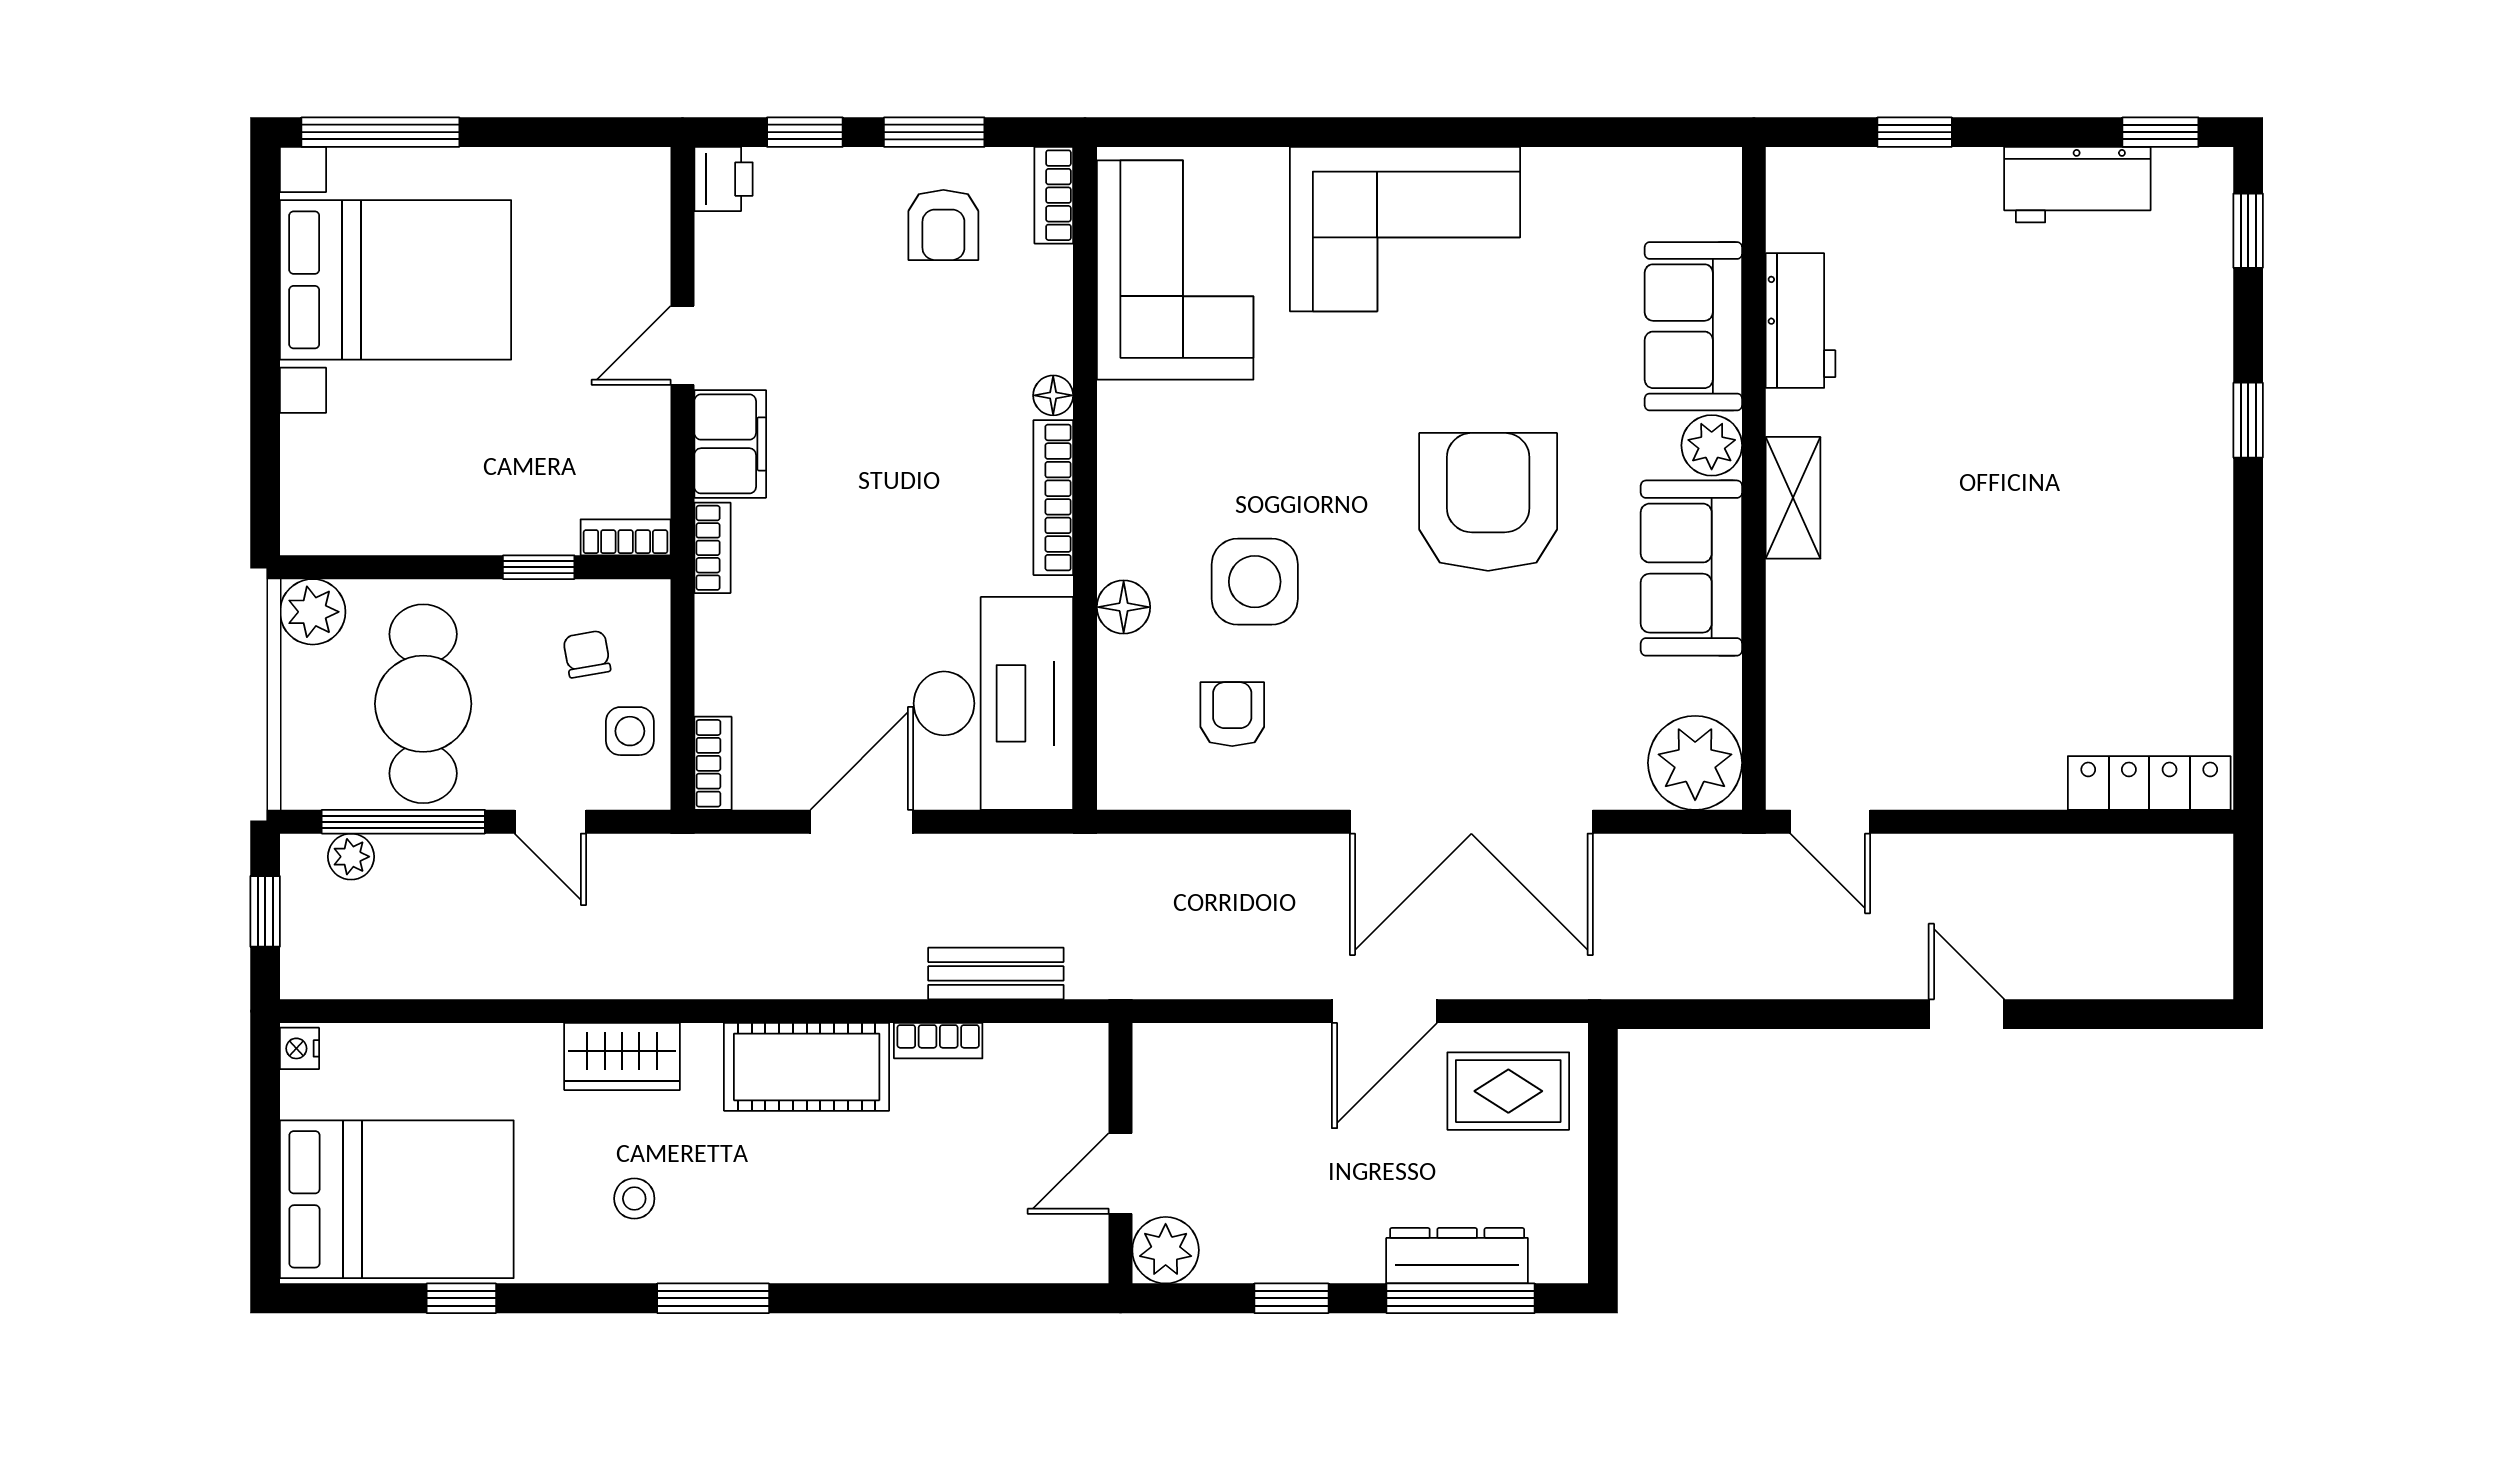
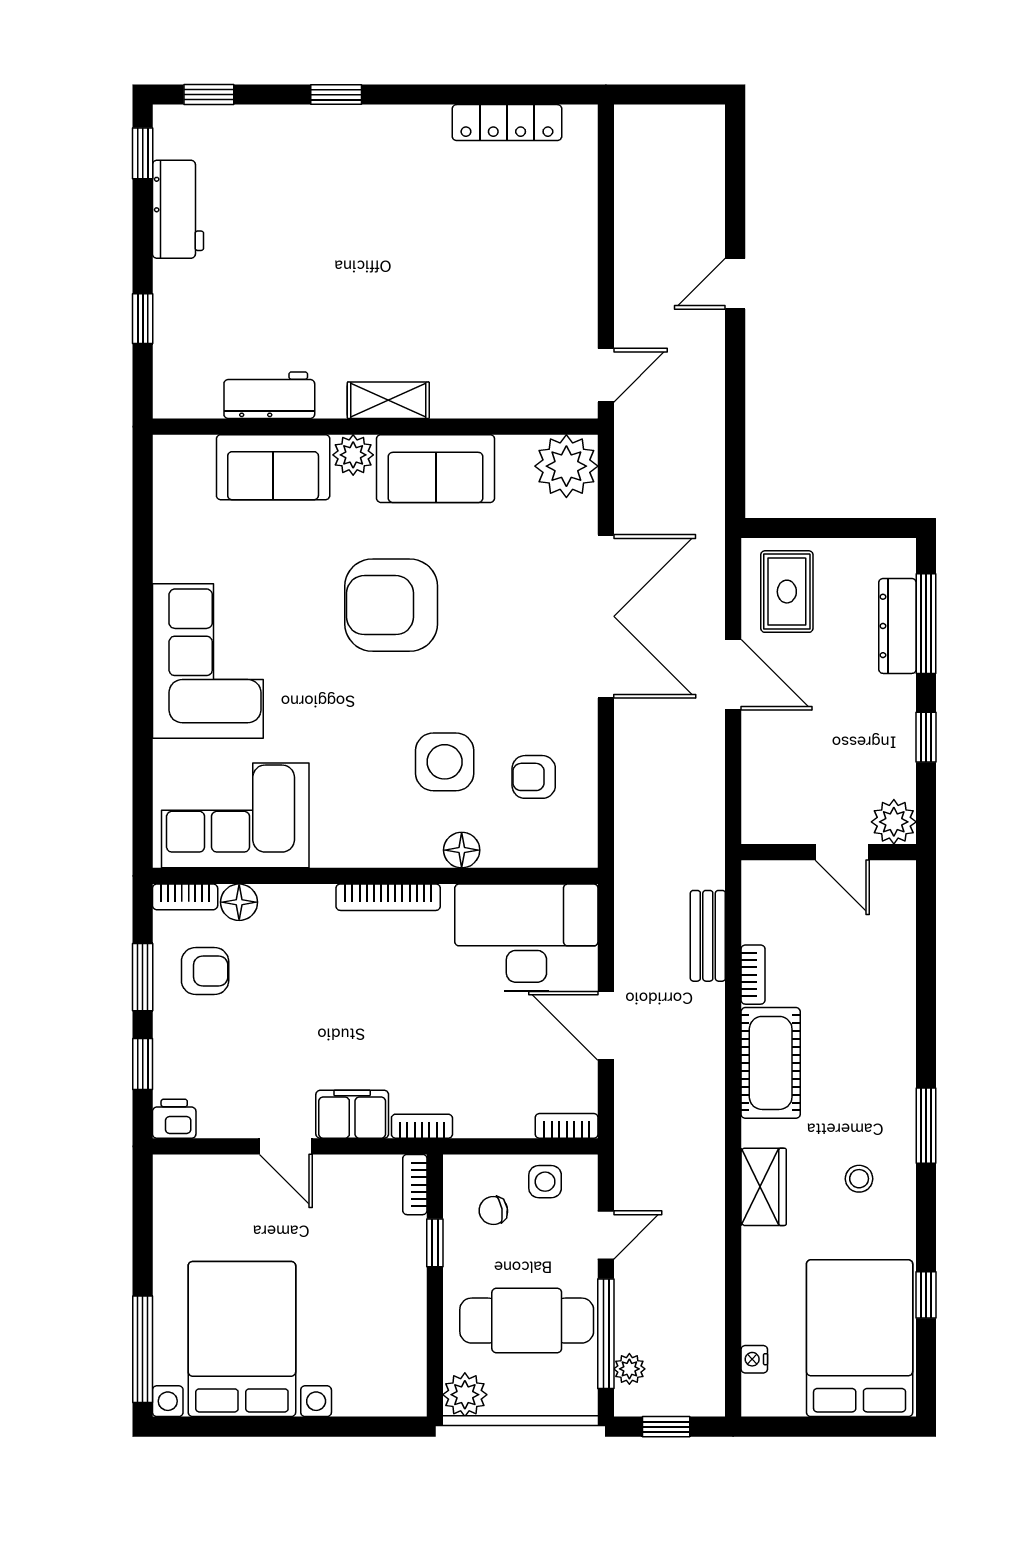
floor lamp: (1053, 395) -> (239, 902), moved, width x1.37, depth x1.37
locker: (2149, 783) -> (507, 123), moved, turned -90
nightstand: (299, 1048) -> (754, 1359), moved, turned 90

